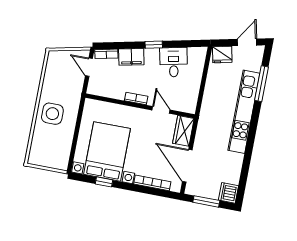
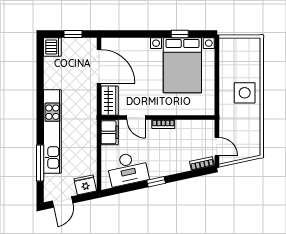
filing cabinet: (131, 57) -> (110, 132), moved, turned 102
desk: (174, 62) -> (128, 169), width x1.37
bookcase: (152, 183) -> (131, 42), removed
window: (206, 201) -> (73, 34), width x0.67

